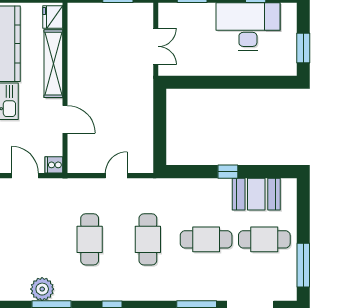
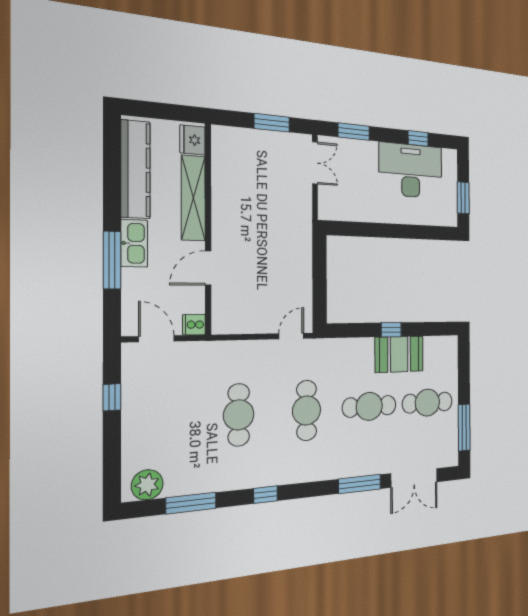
double door: (156, 46) -> (315, 163), moved
door: (65, 119) -> (208, 268), swing flipped
door: (116, 176) -> (291, 336), moved
booth: (256, 194) -> (399, 354), moved
plant: (42, 289) -> (147, 485), moved

